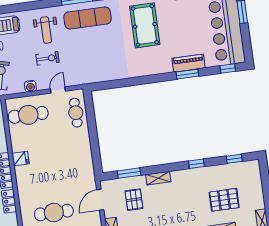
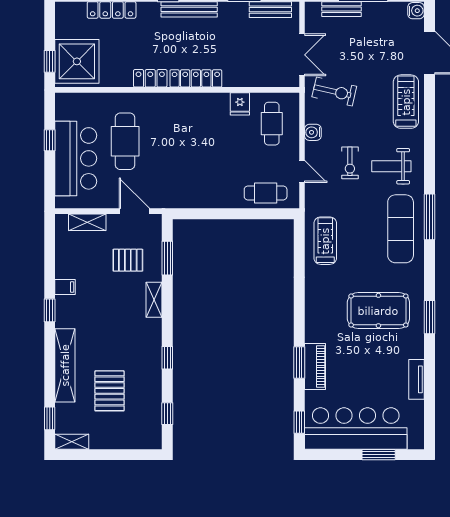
treadmill: (103, 68) -> (325, 241), added
cafe table: (28, 115) -> (272, 124), width x0.73, depth x0.74
fridge: (21, 159) -> (240, 104), moved

